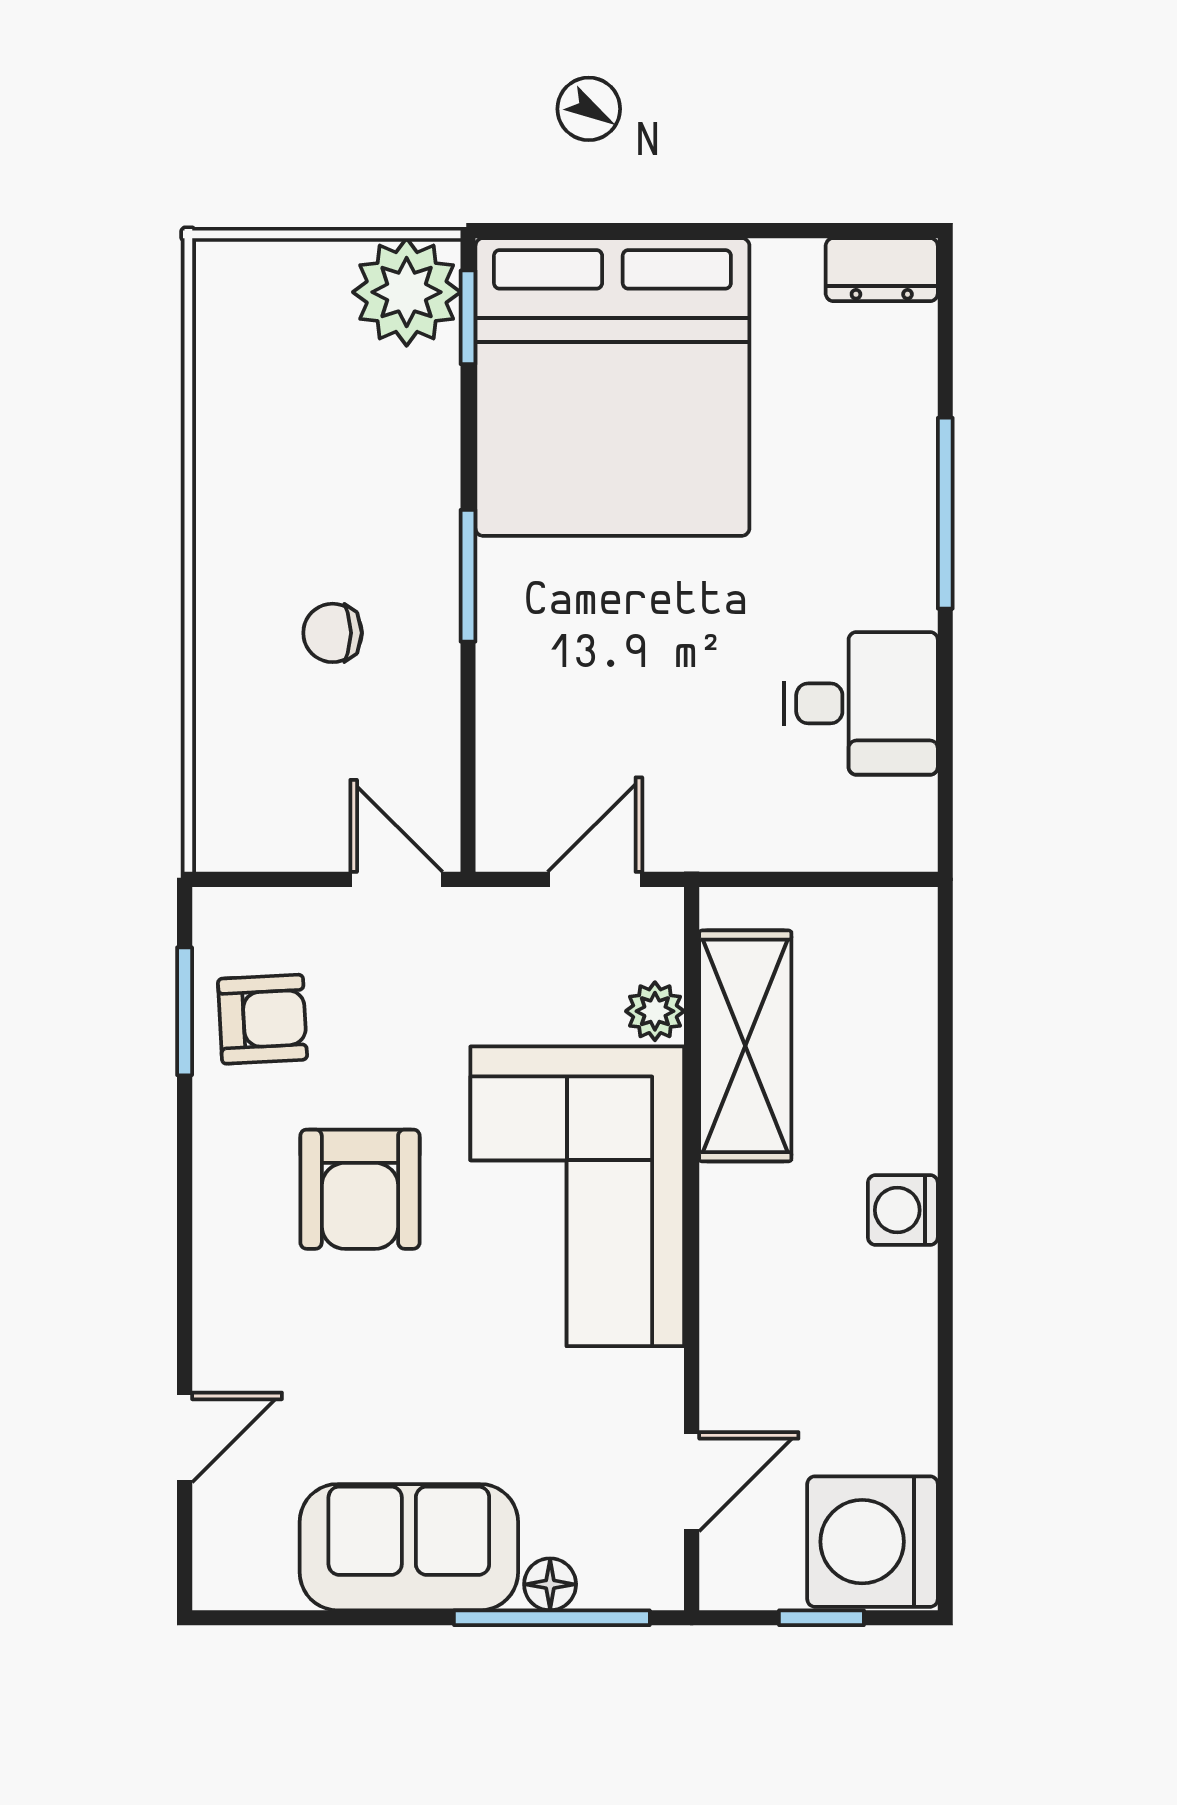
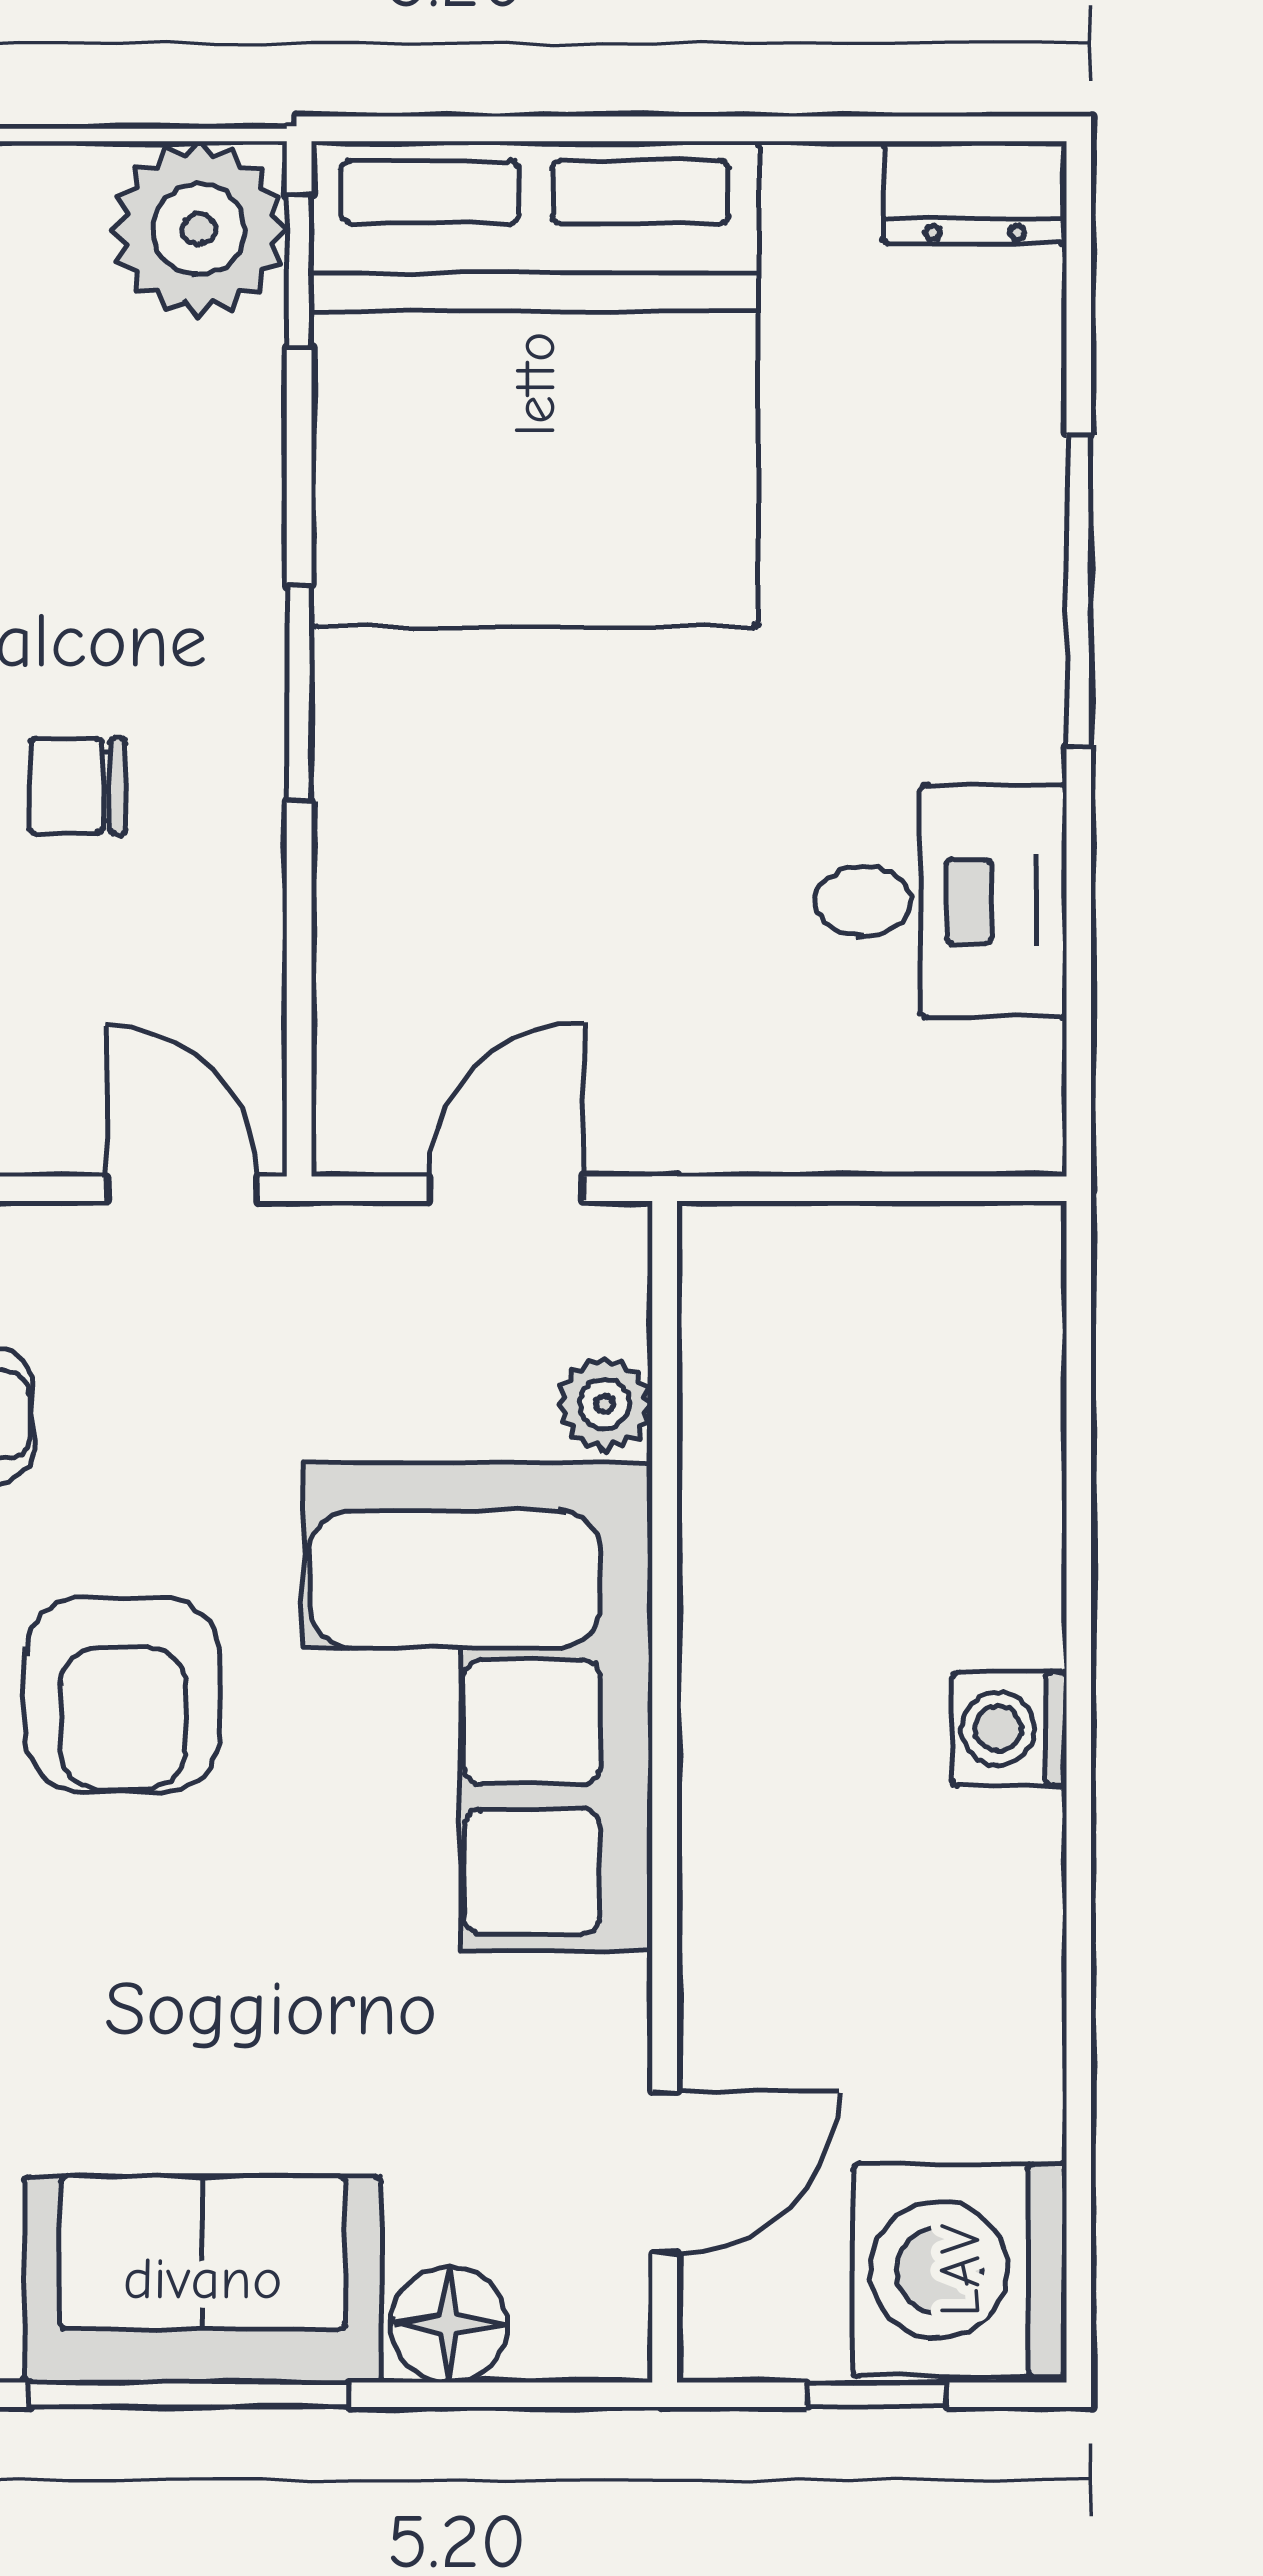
shelving: (745, 1046) -> (752, 1461), removed
floor lamp: (550, 1584) -> (449, 2324), width x1.37, depth x1.37
window: (552, 1618) -> (189, 2395), moved

